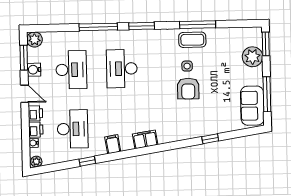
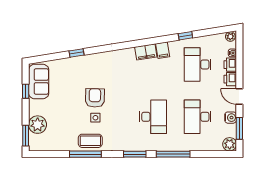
window: (267, 94) -> (26, 91), width x0.46
filing cabinet: (145, 139) -> (146, 52), moved

